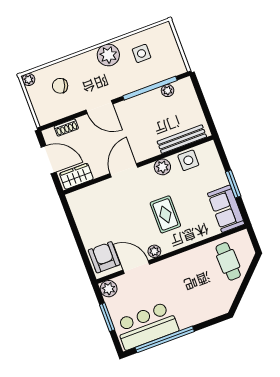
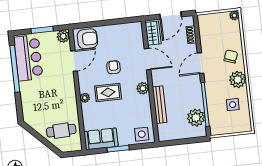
chair: (60, 86) -> (231, 56), moved
plant: (168, 91) -> (196, 118), width x1.87, depth x1.87
bench: (182, 139) -> (160, 105), moved
side table: (188, 160) -> (142, 134), moved
plant: (162, 167) -> (143, 88), moved
door: (124, 170) -> (148, 59), moved
armchair: (132, 215) -> (114, 67), added
plant: (154, 251) -> (85, 98), moved

